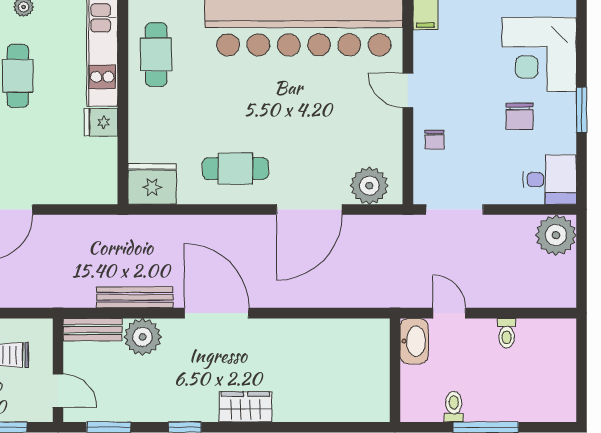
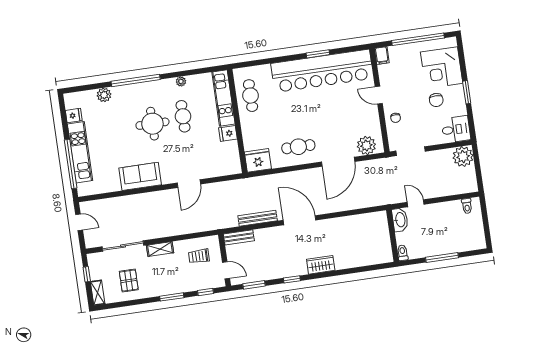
toilet: (507, 333) -> (467, 206), moved
plant: (143, 337) -> (264, 237), removed
toilet: (454, 407) -> (403, 253), moved

